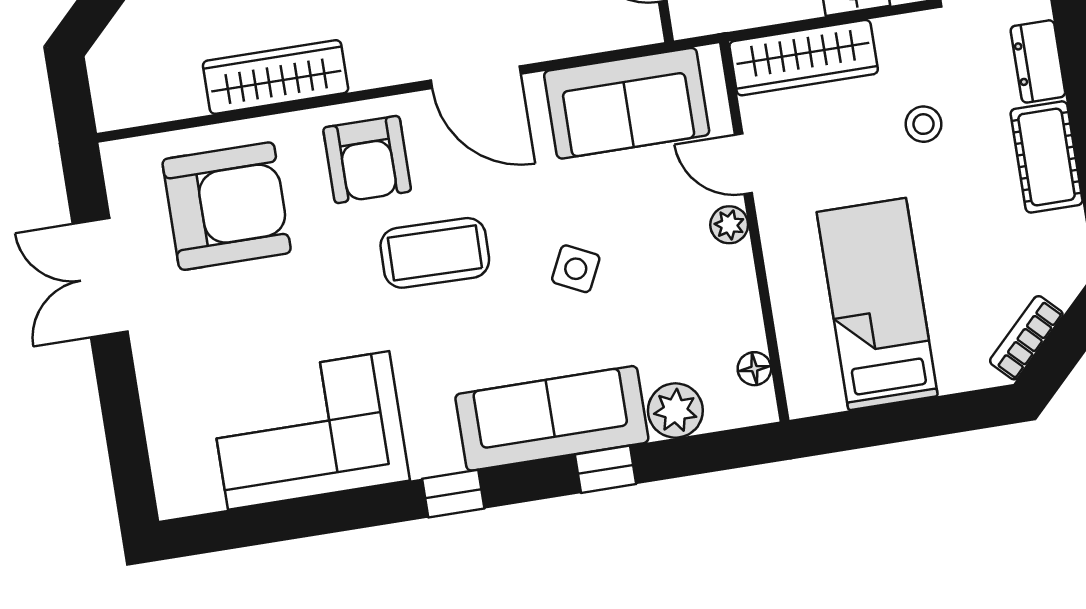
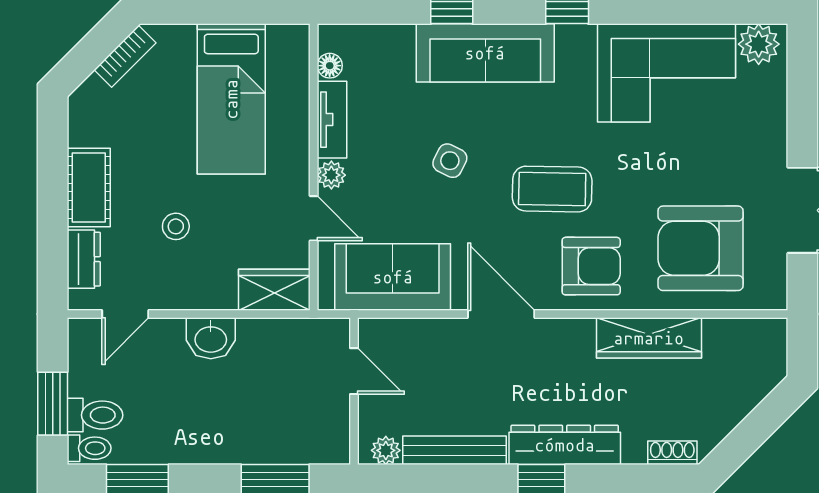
wardrobe: (804, 58) -> (274, 290), width x0.67
armchair: (367, 159) -> (591, 266), turned 90
tv unit: (740, 298) -> (332, 120), added
plant: (675, 411) -> (759, 44), moved

